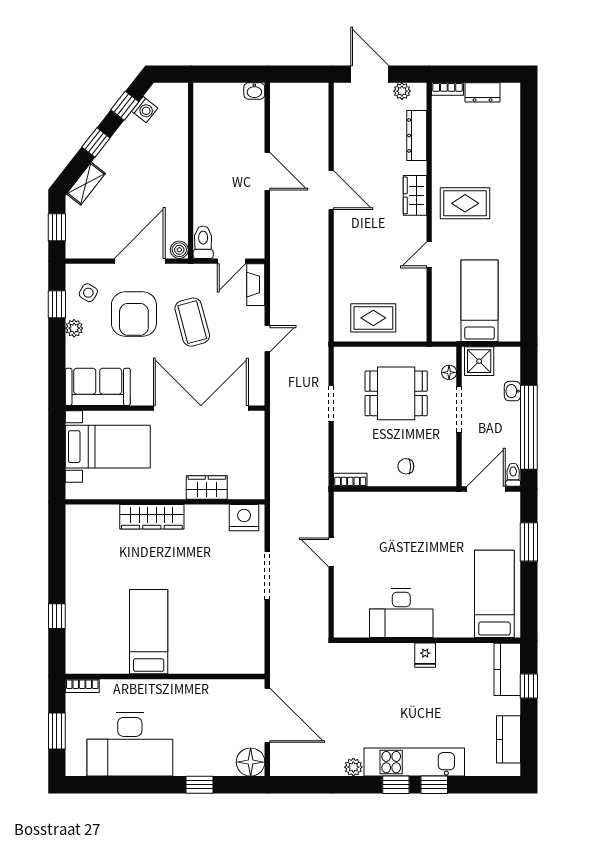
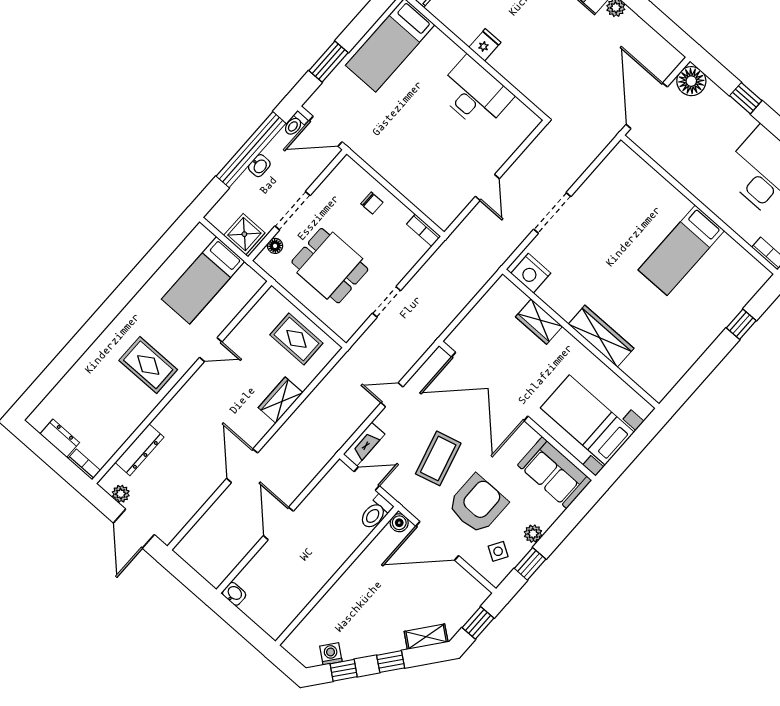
wardrobe: (415, 195) -> (281, 400), moved, turned 180
washbasin: (512, 391) -> (259, 166), moved

